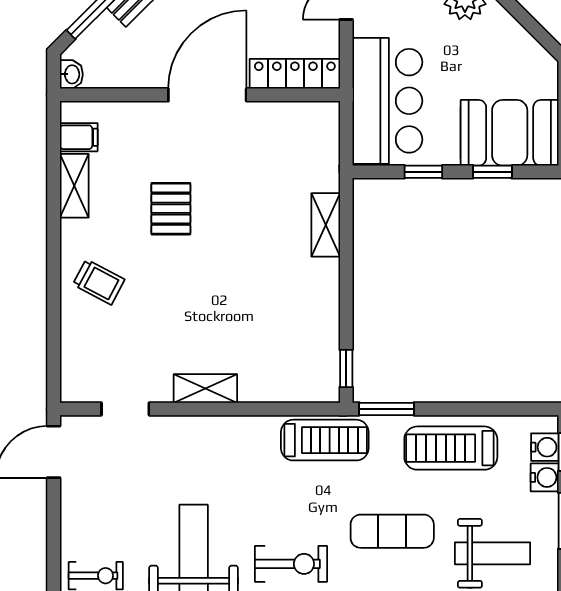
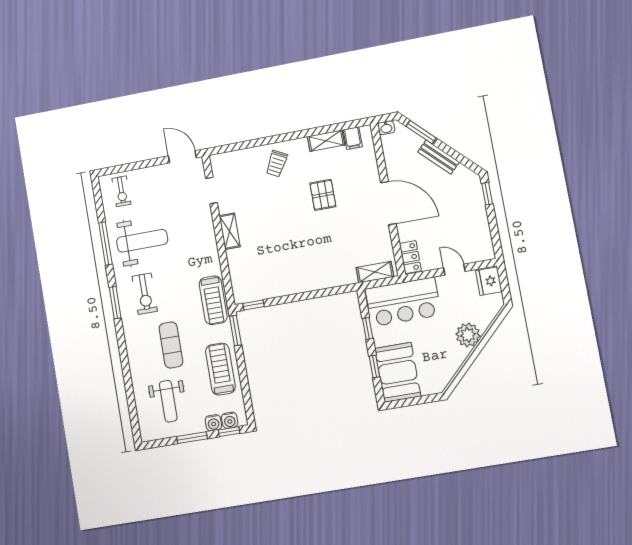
locker: (295, 74) -> (410, 257), width x0.66
pallet: (171, 209) -> (323, 195), turned 90
shelving: (326, 225) -> (375, 272), moved

